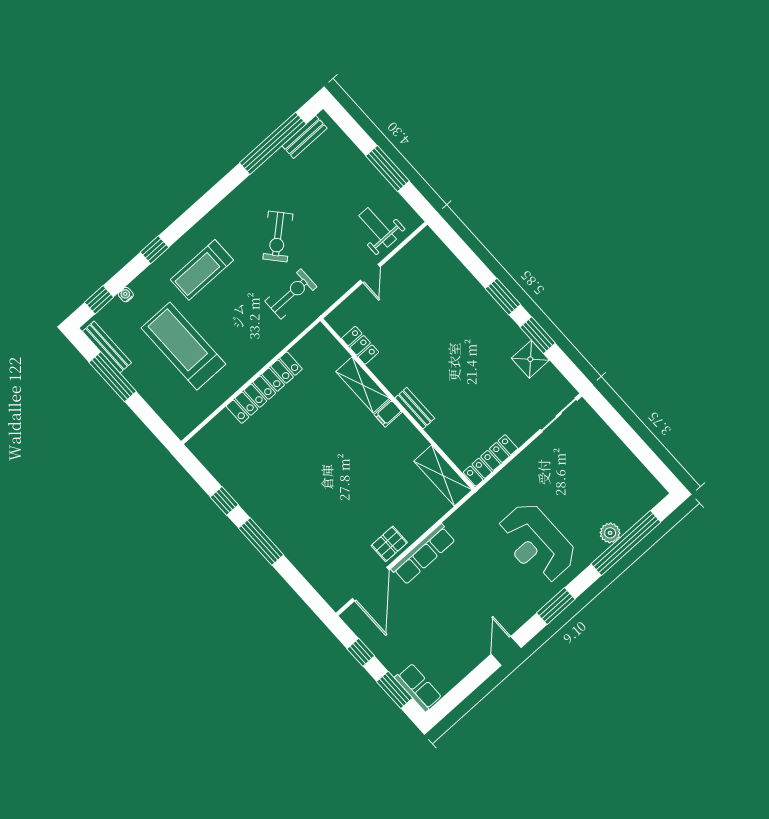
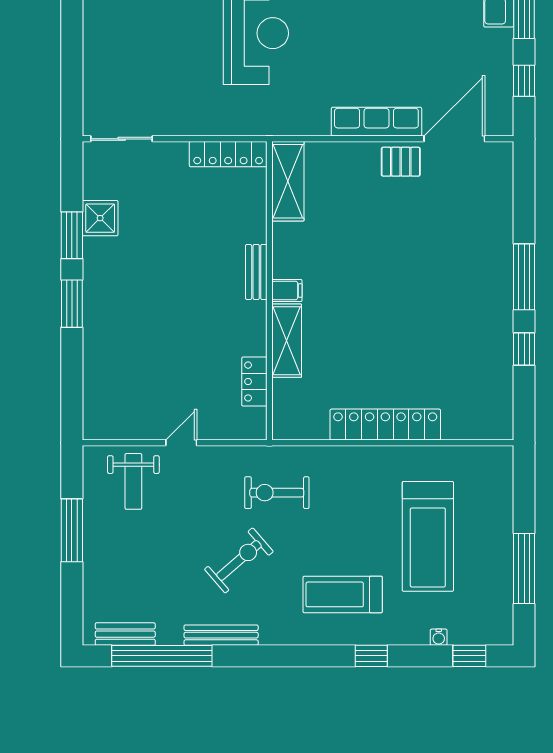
treadmill: (202, 270) -> (343, 594), turned 180
bench: (107, 347) -> (221, 635), moved, turned 90

